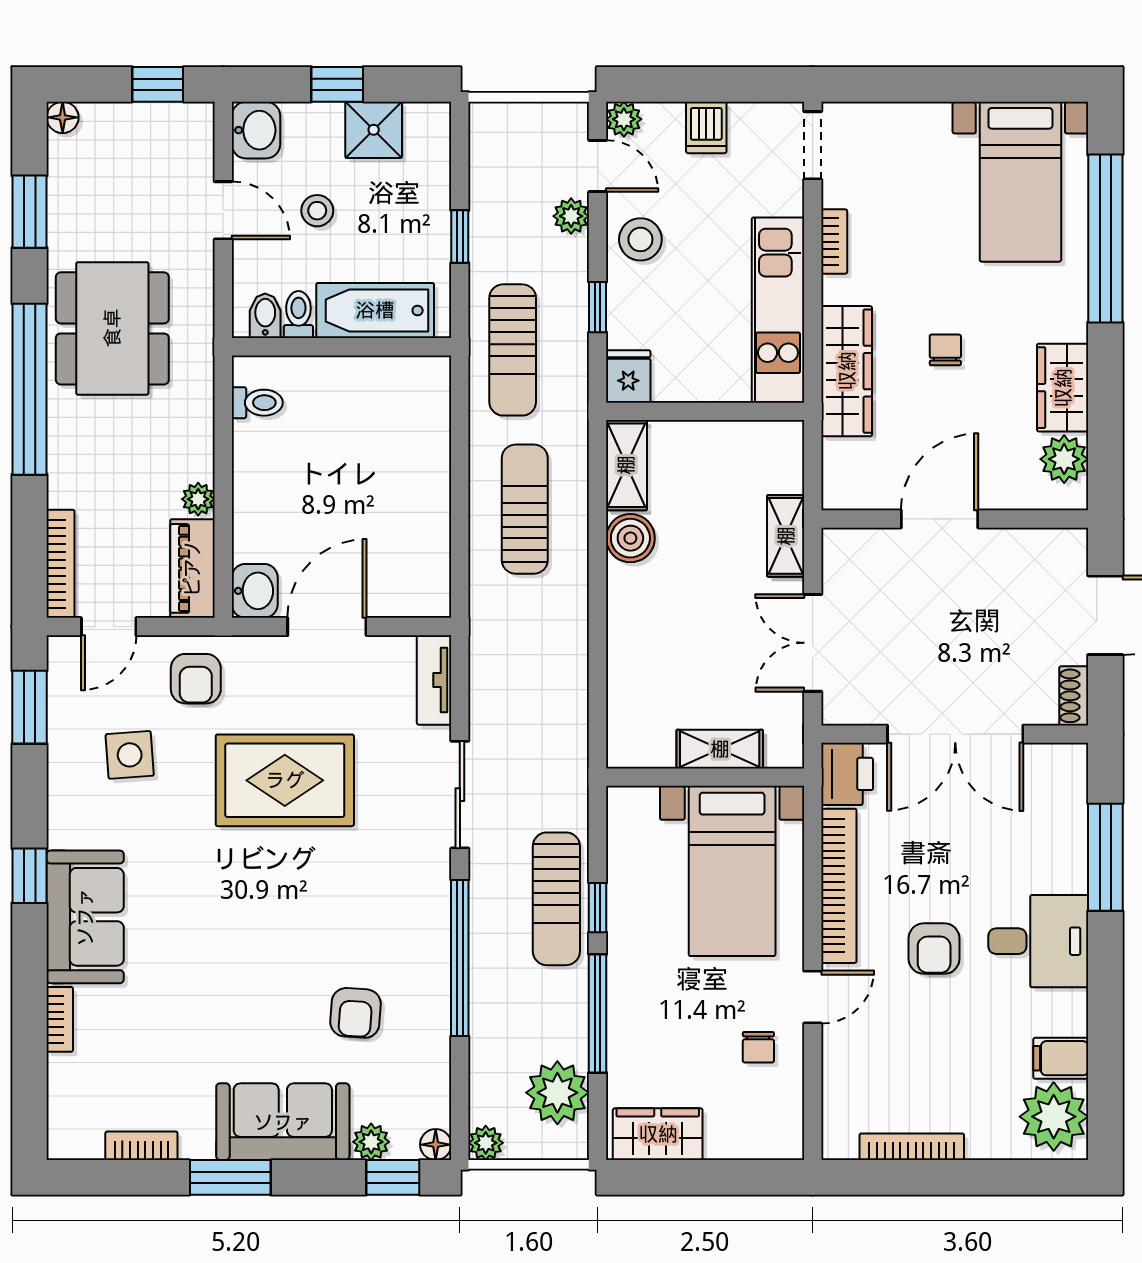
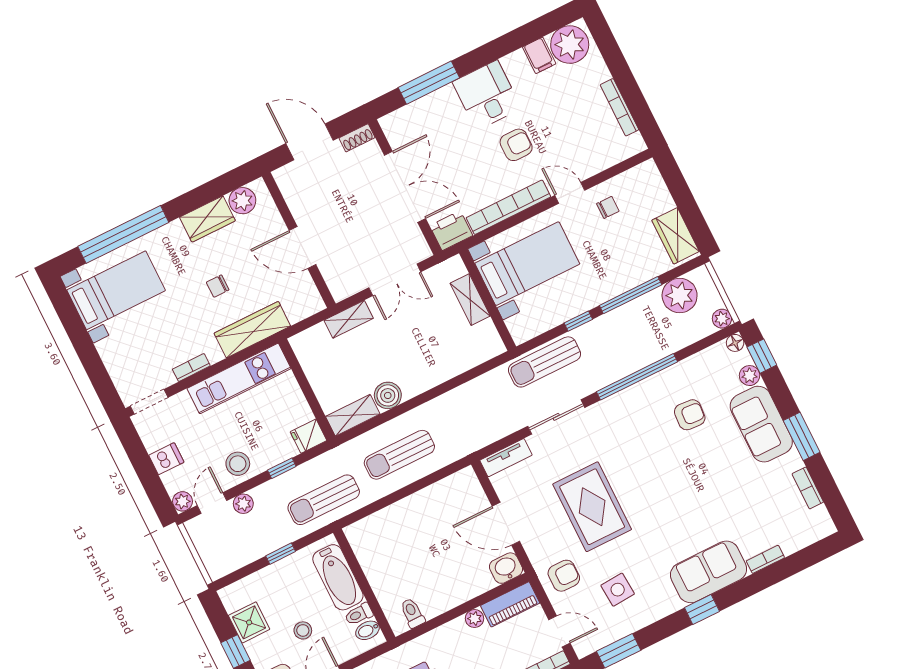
sun lounger: (513, 350) -> (324, 500), turned 180
sun lounger: (556, 899) -> (544, 362), moved, turned 180

